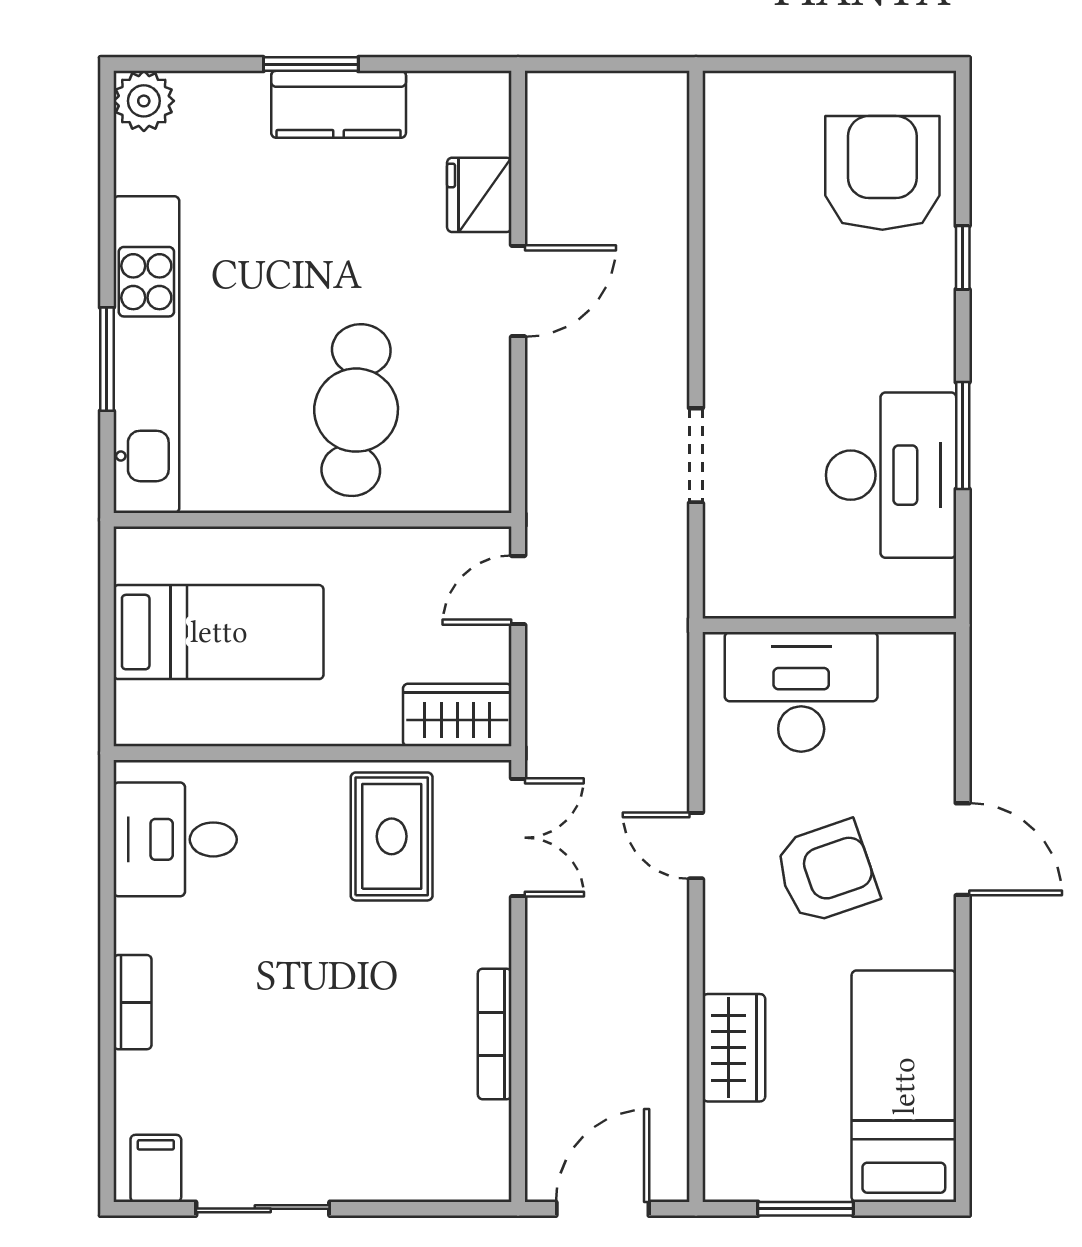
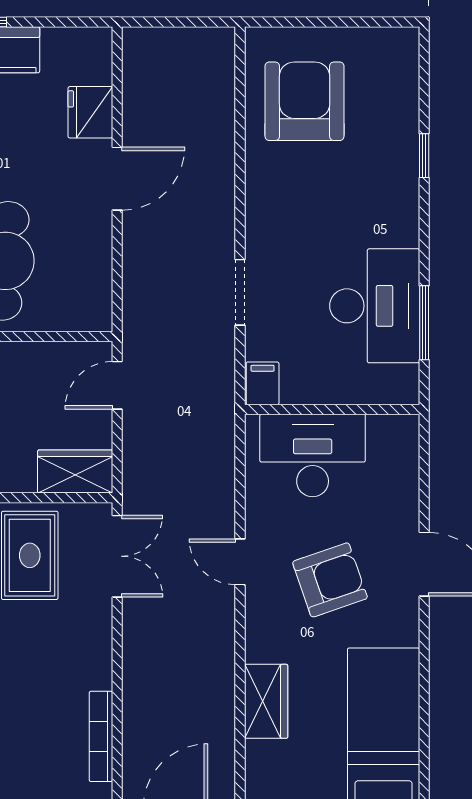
armchair: (882, 173) -> (305, 101), moved
window: (963, 436) -> (424, 323), moved
filing cabinet: (729, 587) -> (263, 383), added
bookcase: (495, 1034) -> (101, 736), moved

